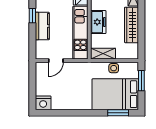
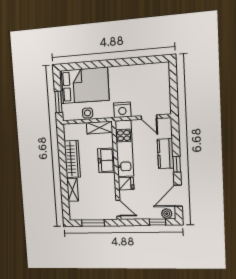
door: (56, 61) -> (149, 117), swing flipped
nightstand: (43, 103) -> (122, 110), moved, turned 180
window: (118, 113) -> (80, 66), removed

